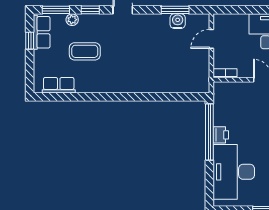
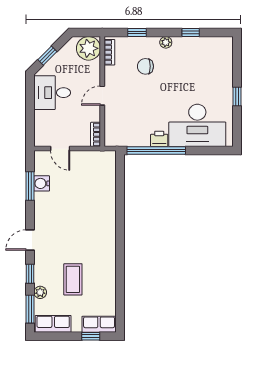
window: (30, 41) -> (91, 336), moved
row of seats: (59, 85) -> (99, 324), moved, turned 90

